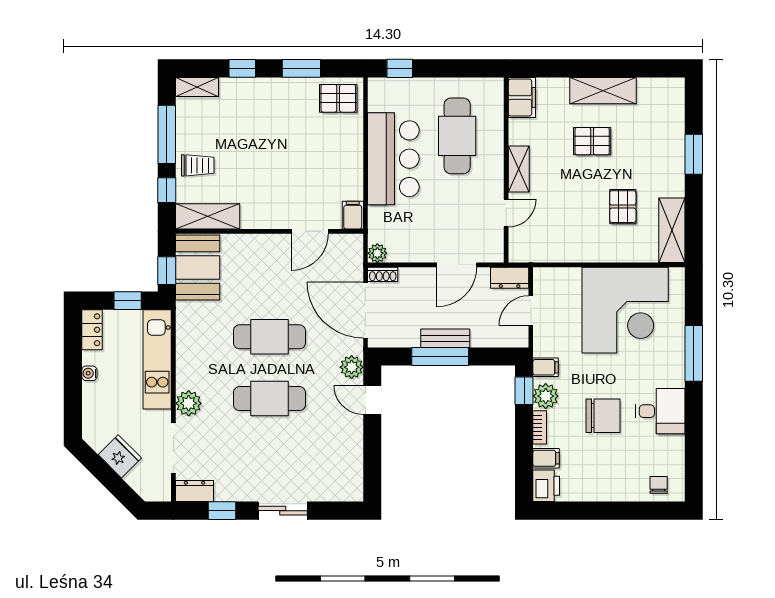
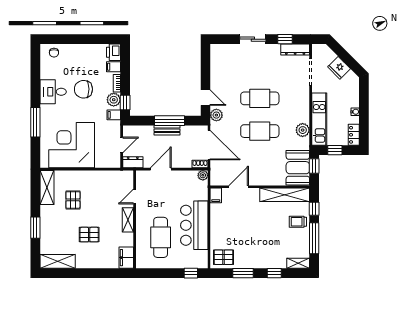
shelving: (603, 91) -> (58, 261), moved
shelving: (208, 216) -> (285, 195), width x1.47
plant: (189, 403) -> (303, 130), moved
dresser: (195, 491) -> (295, 49), width x1.44

